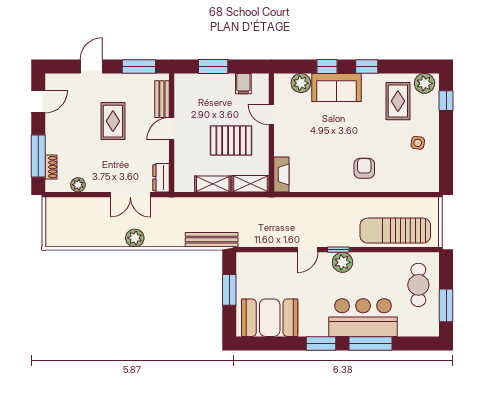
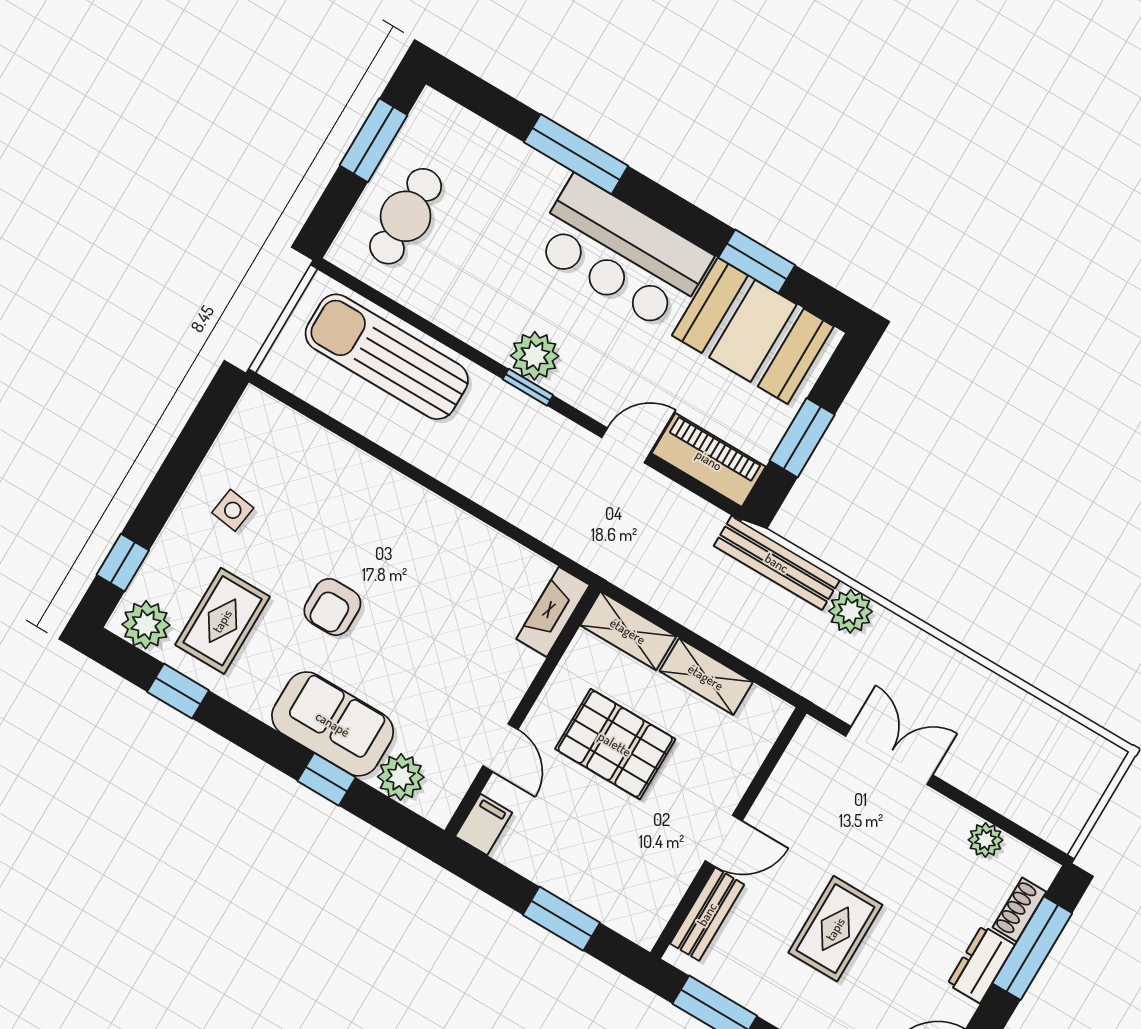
window: (367, 66) -> (178, 691), moved
filing cabinet: (243, 84) -> (484, 824), moved
armchair: (364, 168) -> (332, 607), moved
dresser: (161, 178) -> (981, 964), moved, turned 180
sun lounger: (395, 231) -> (387, 357), turned 180
plant: (135, 238) -> (851, 611), moved
door: (307, 250) -> (626, 445), moved
piano: (258, 262) -> (709, 460), added
bar counter: (363, 318) -> (621, 253), moved
window: (321, 343) -> (757, 261), moved

